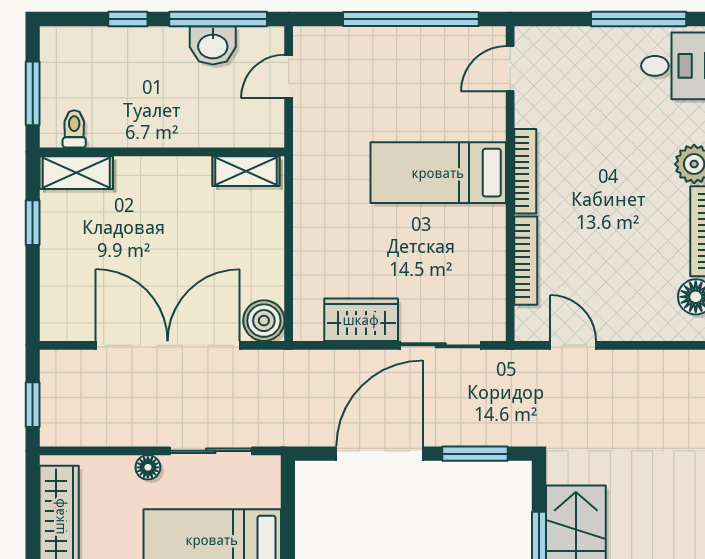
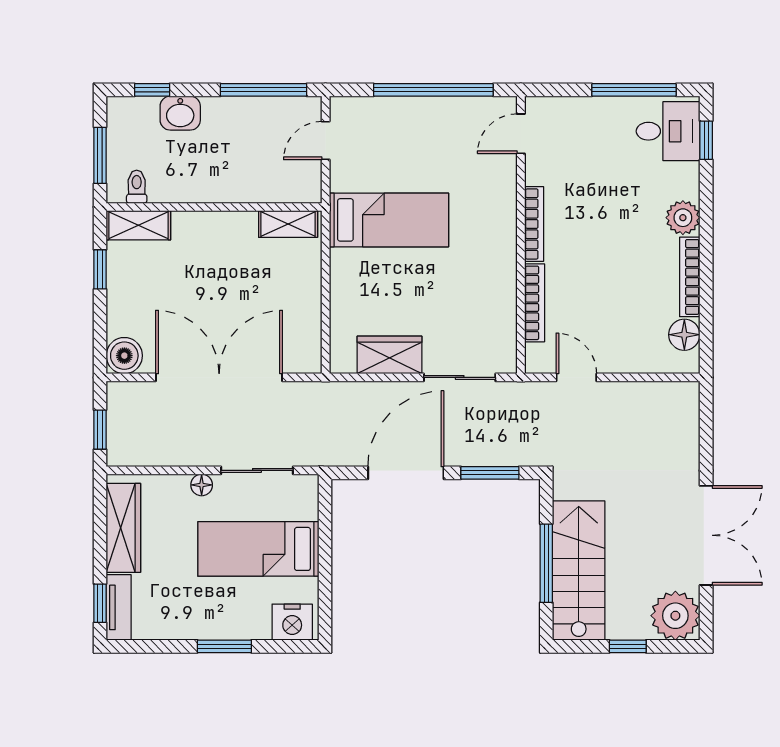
window: (128, 19) -> (152, 90), moved
washbasin: (213, 45) -> (180, 113), moved
bed: (438, 173) -> (389, 220), moved, turned 180
boiler: (264, 321) -> (124, 356), moved

